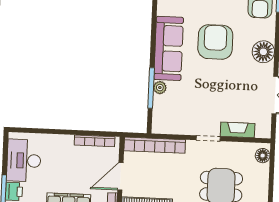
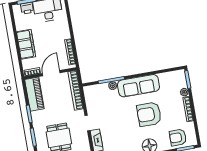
armchair: (215, 42) -> (149, 114), turned 180
door: (120, 176) -> (51, 73), hinge flipped

